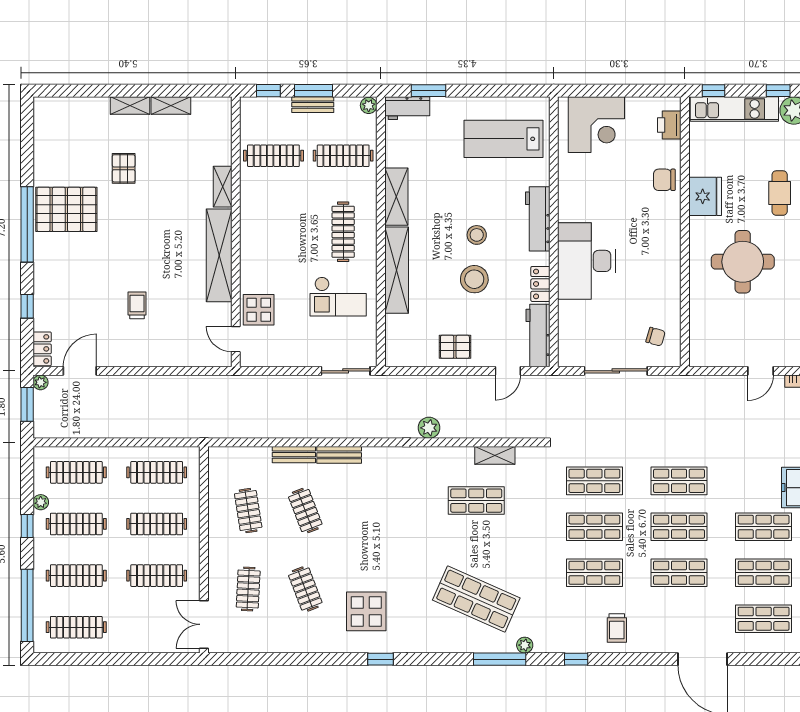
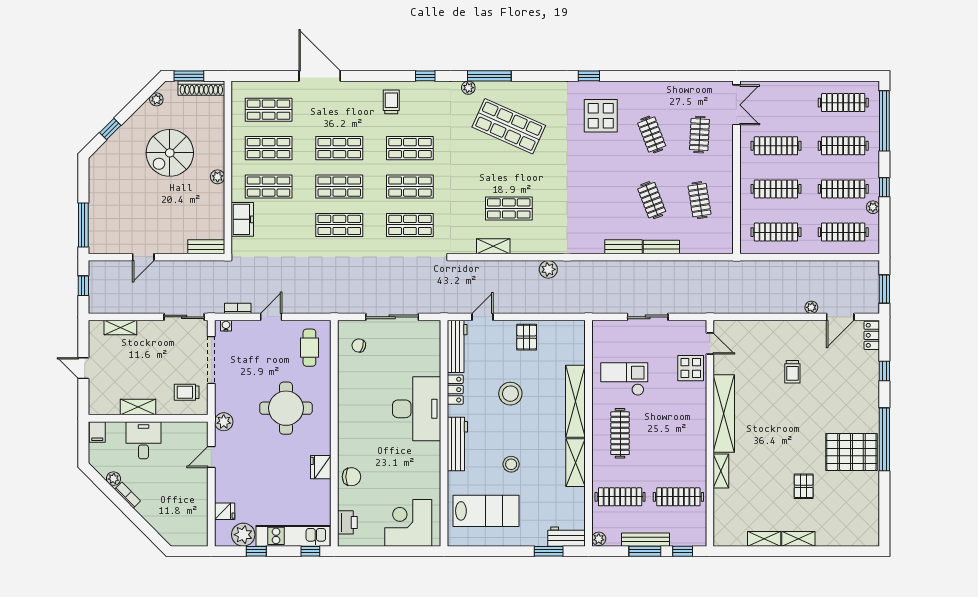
bench: (313, 105) -> (645, 540), width x1.36
cafe table: (780, 193) -> (309, 348), moved
fridge: (705, 196) -> (321, 467), width x0.73, depth x0.75
stool: (477, 235) -> (511, 464), moved
pallet: (455, 347) -> (527, 337), turned 90
sliding door: (346, 371) -> (648, 317), moved
plant: (40, 382) -> (811, 307), moved

